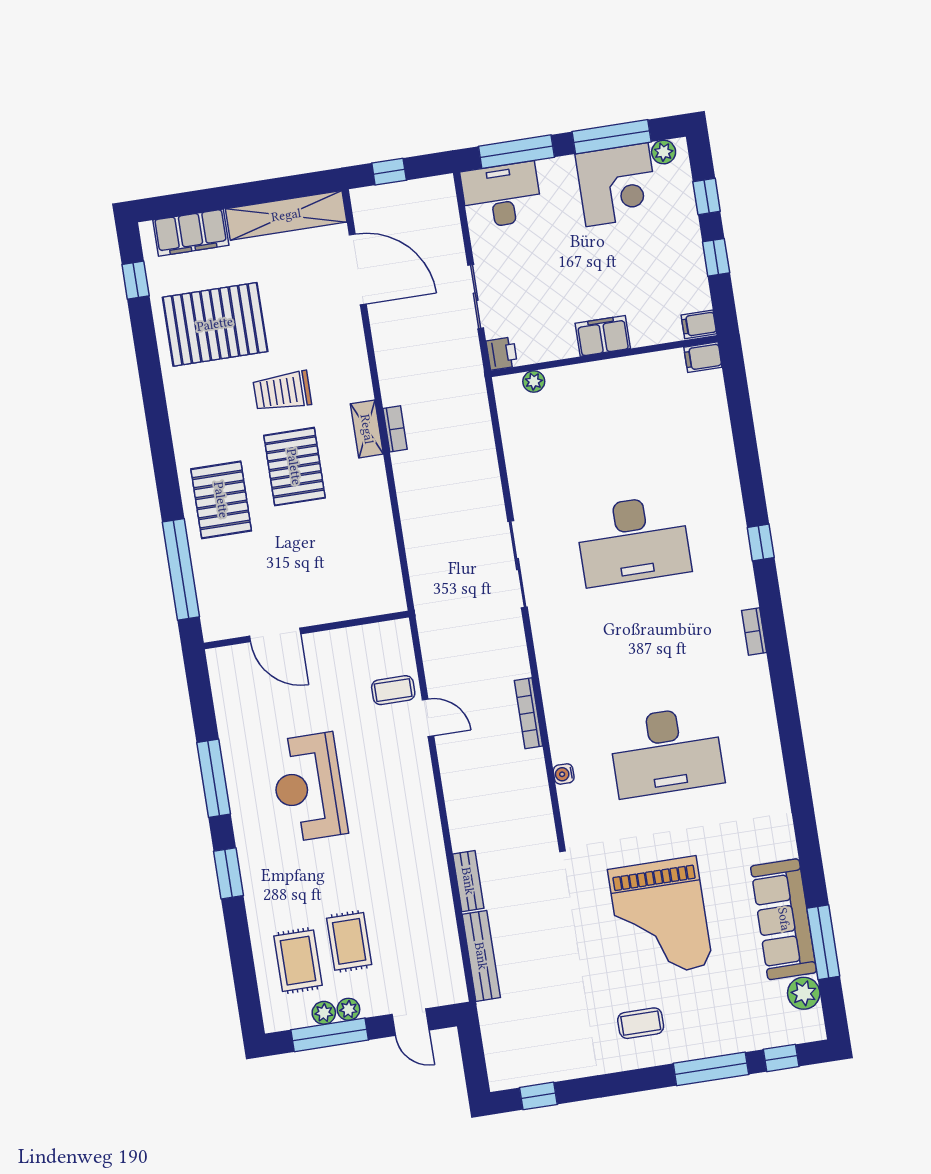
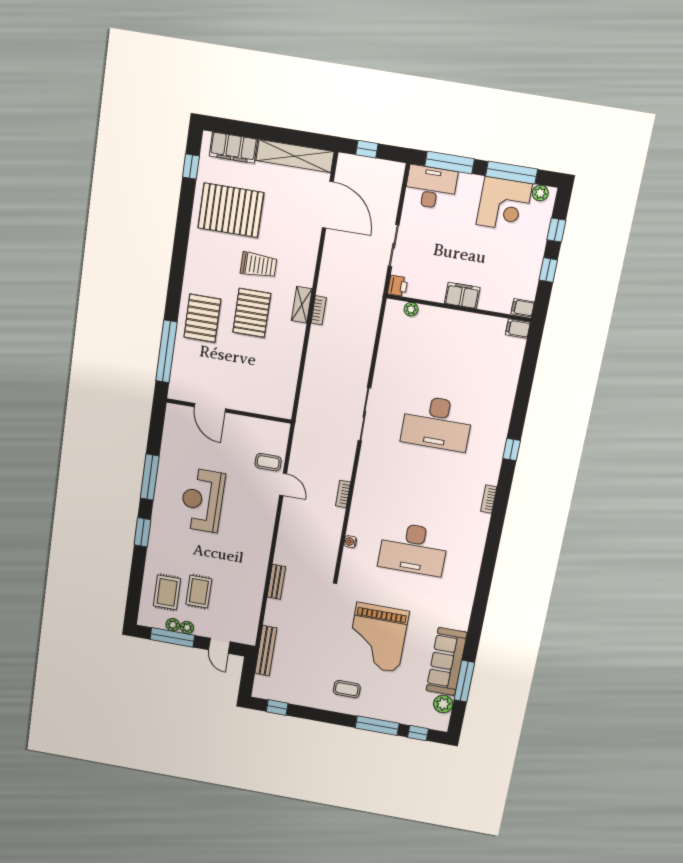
trolley: (282, 391) -> (259, 265), turned 180
bookcase: (529, 713) -> (343, 494), width x0.64
bench: (481, 956) -> (266, 651), moved

